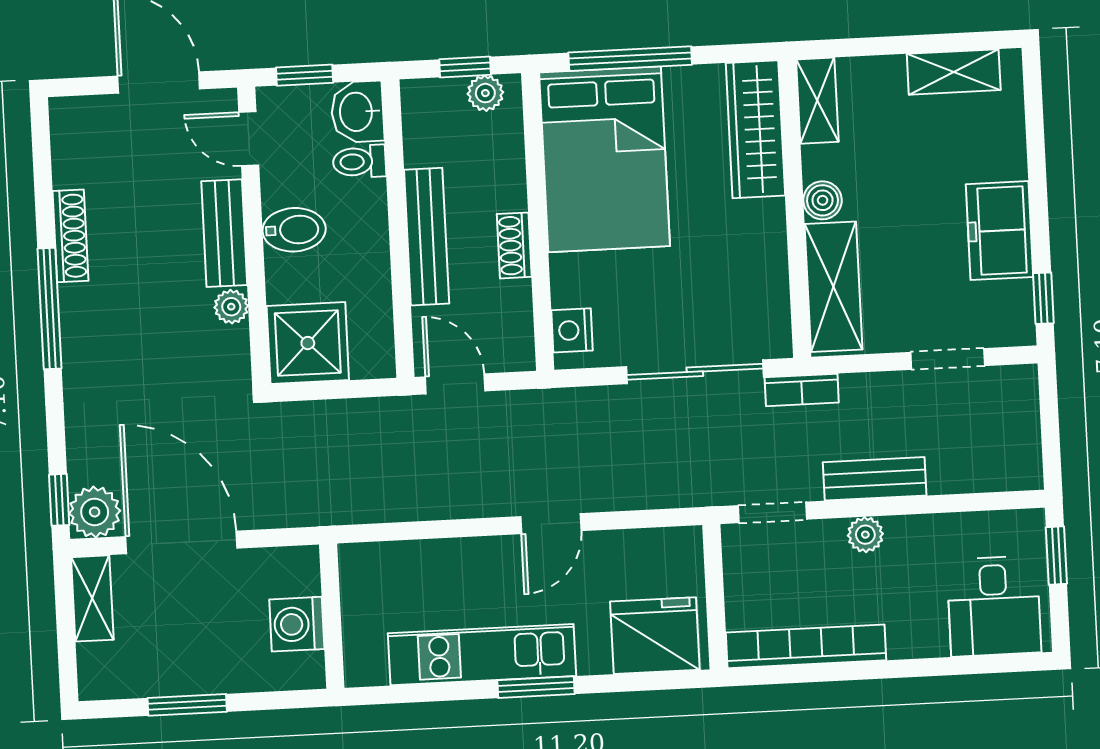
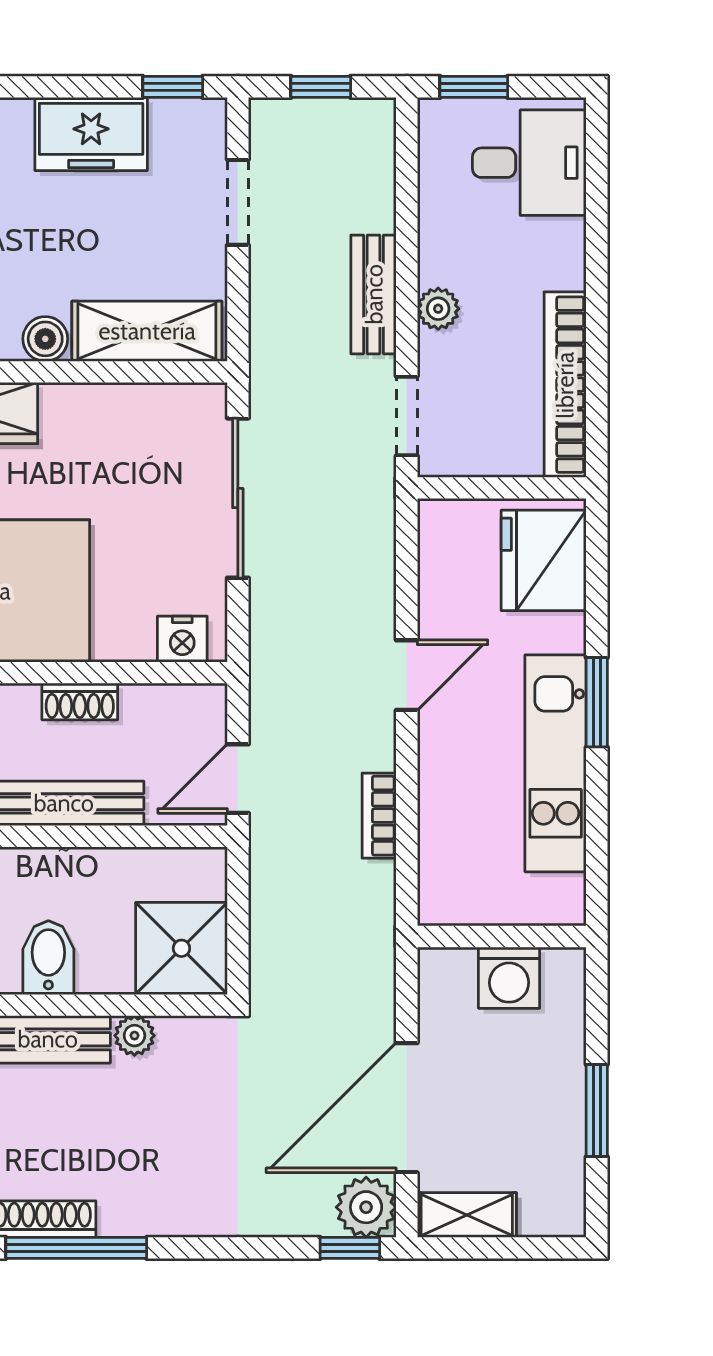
window: (50, 308) -> (76, 1248), moved
bookcase: (802, 390) -> (379, 816), moved, turned 180
window: (1050, 425) -> (321, 87), added
door: (551, 524) -> (407, 675), hinge flipped

